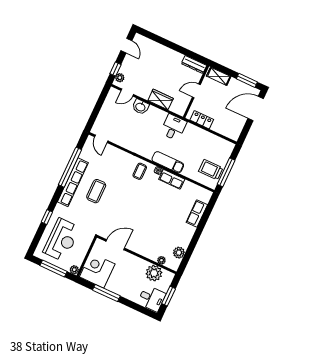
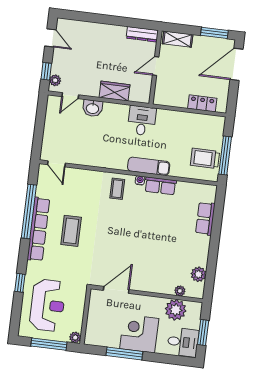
locker: (202, 120) -> (202, 103), moved
corner desk: (97, 270) -> (139, 334), moved

